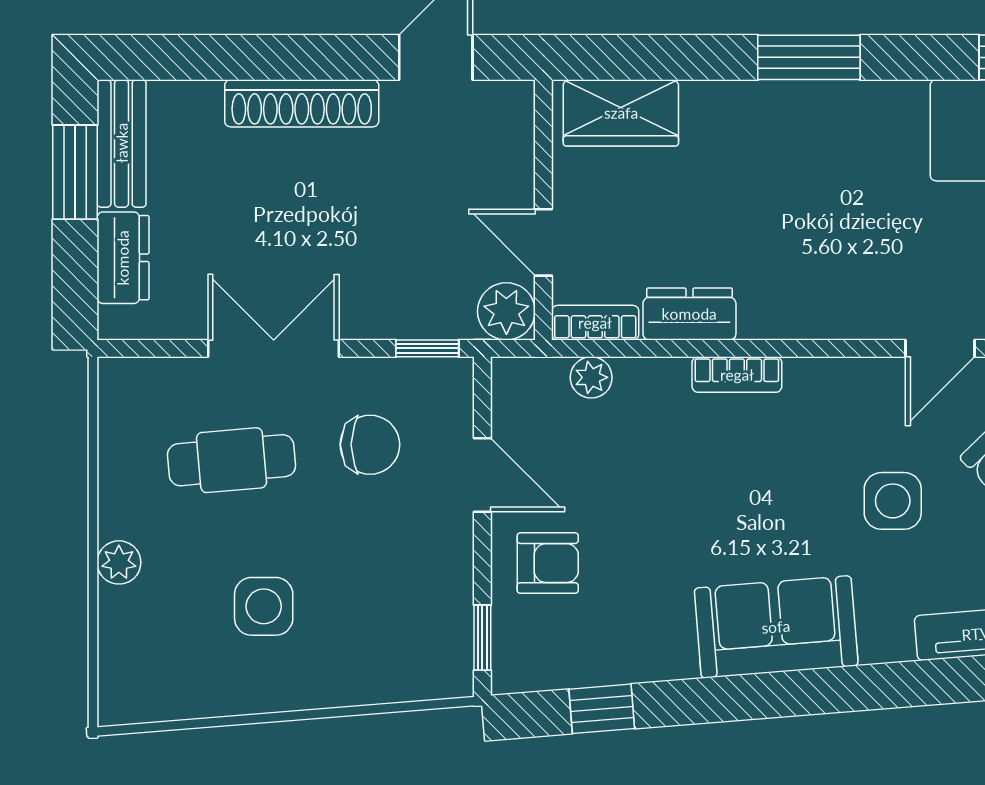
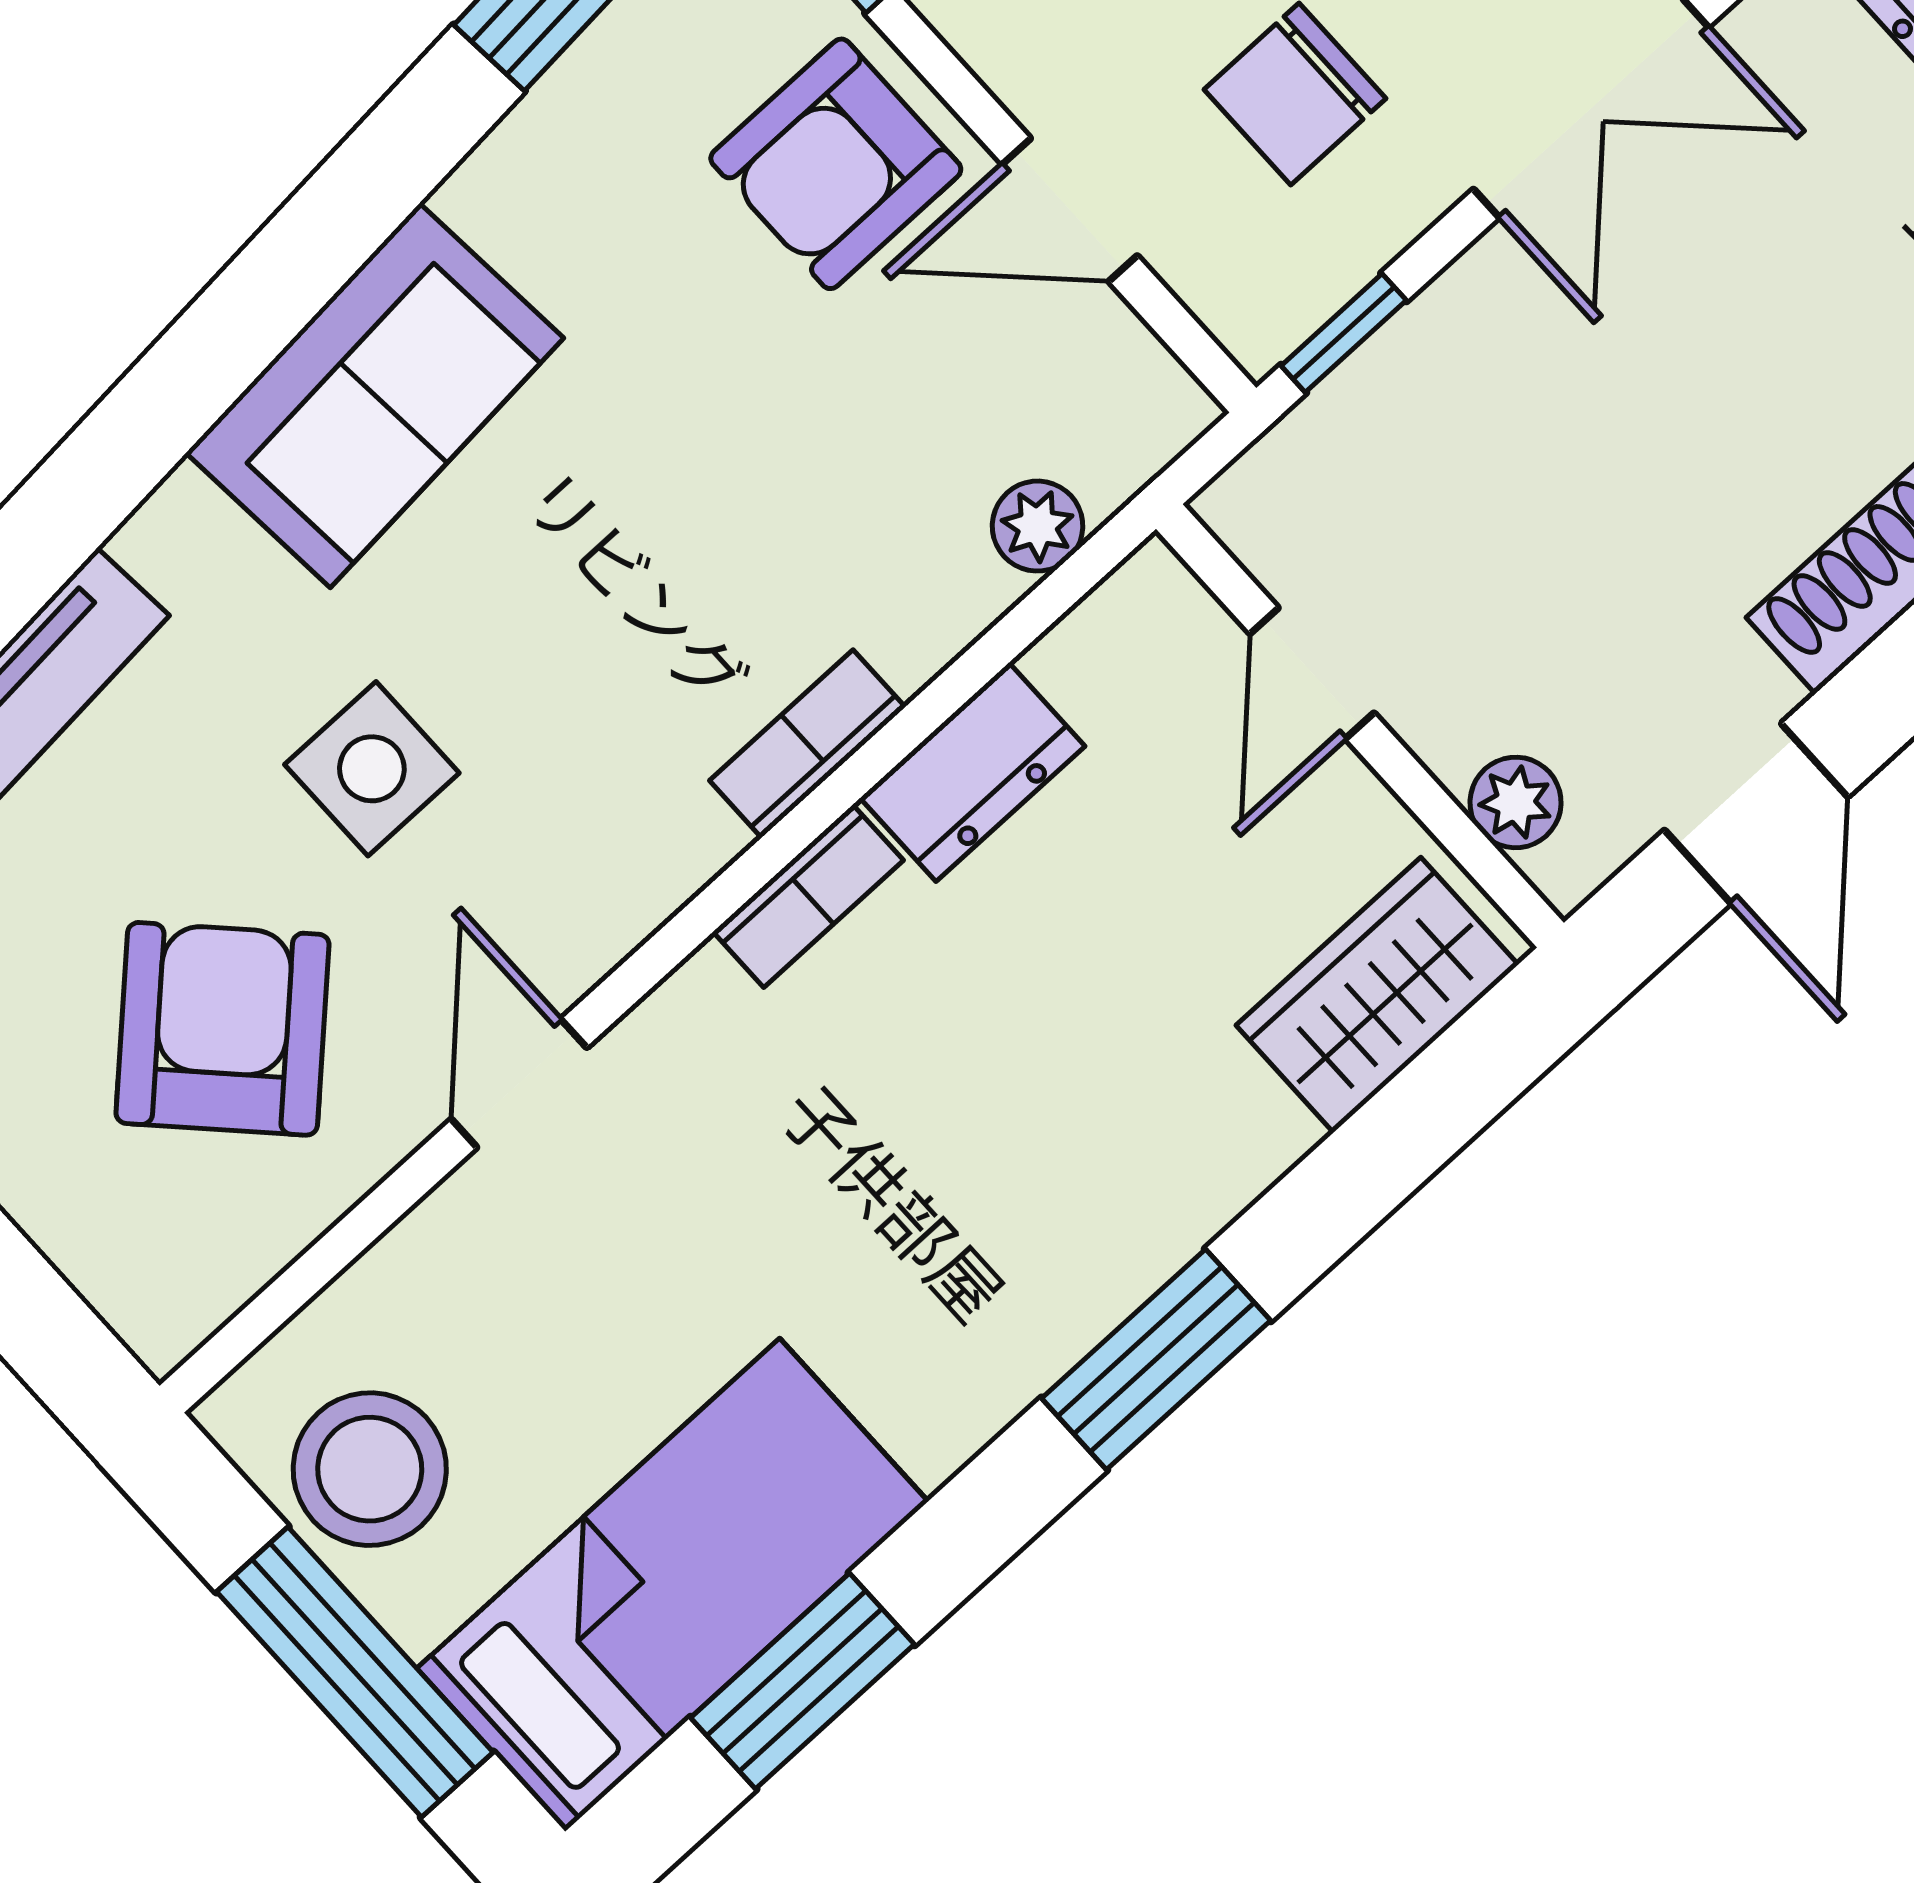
door: (543, 242) -> (1312, 673), swing flipped
plant: (506, 311) -> (1516, 802), moved, width x0.73, depth x0.73
bookcase: (595, 323) -> (808, 896), moved
armchair: (548, 563) -> (836, 164), width x1.38, depth x1.38

